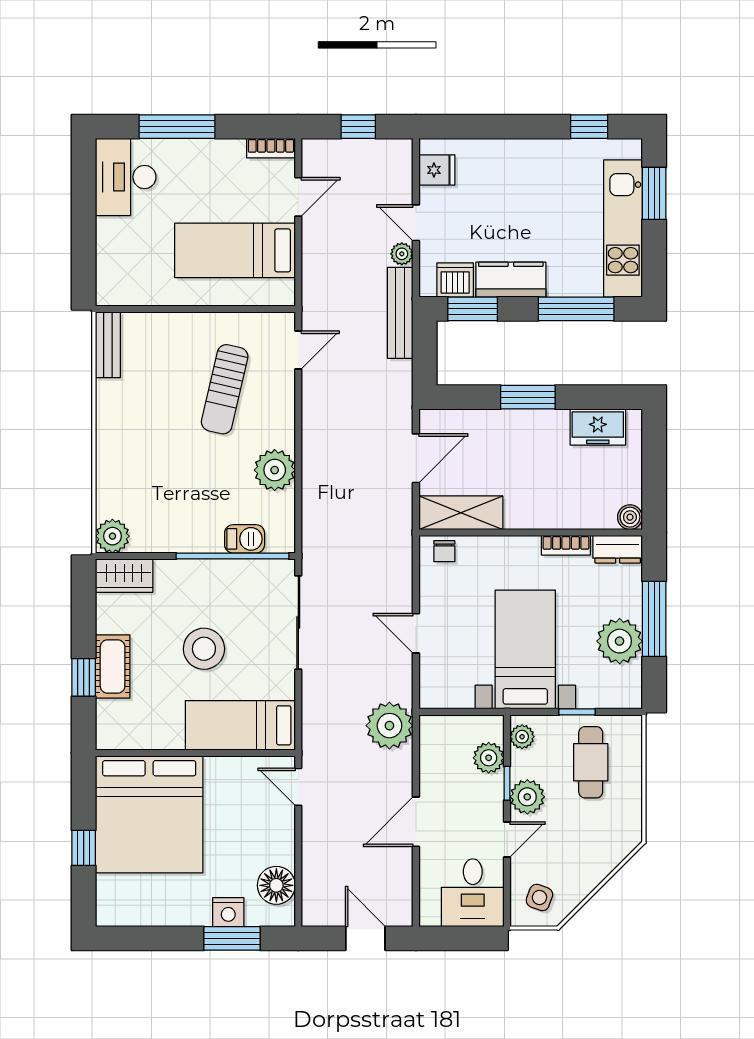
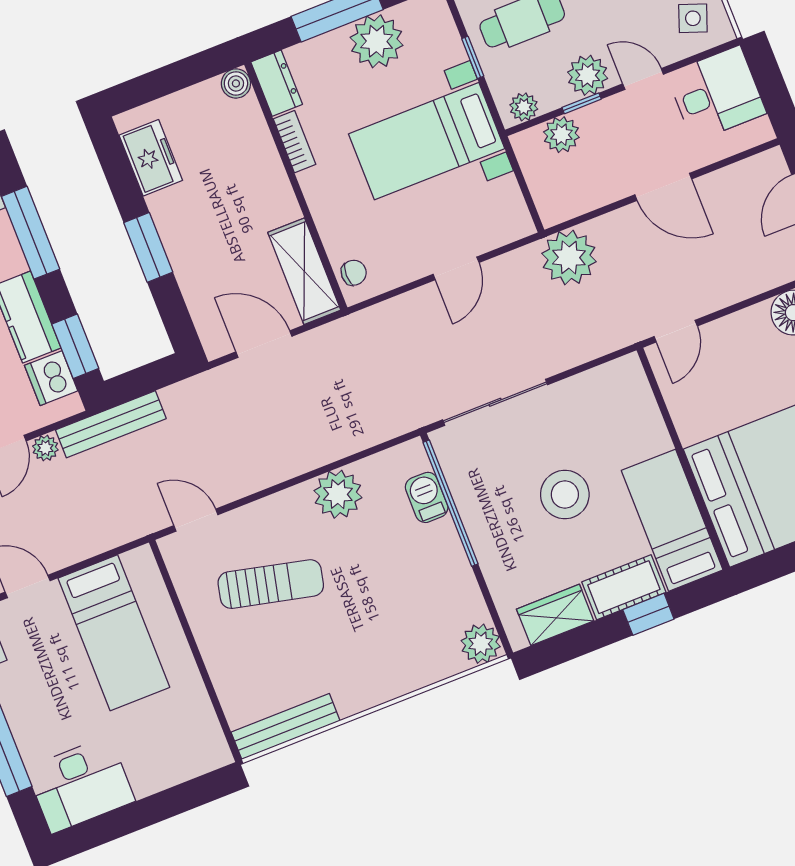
bench: (108, 345) -> (286, 726), width x1.36
wardrobe: (124, 576) -> (555, 615), moved, turned -90
bed: (240, 725) -> (672, 520), moved, turned 180

